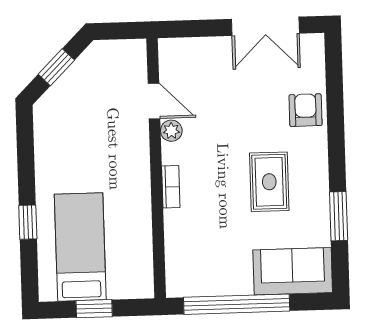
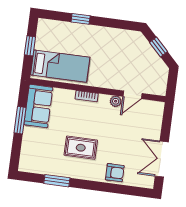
bed: (80, 247) -> (60, 66), moved
sofa: (293, 271) -> (38, 106), moved
window: (237, 304) -> (20, 120), width x0.47

